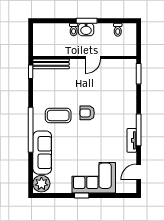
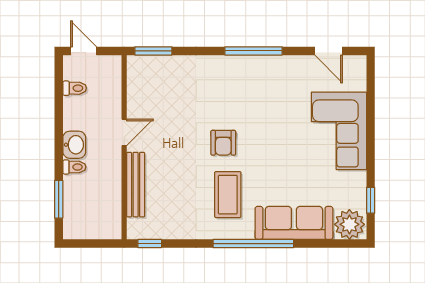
window: (87, 21) -> (59, 199), moved
door: (139, 35) -> (84, 51), added
door: (93, 57) -> (124, 132), hinge flipped
bench: (51, 64) -> (136, 185), moved
tv unit: (132, 140) -> (272, 63), removed
window: (82, 195) -> (371, 200), moved

